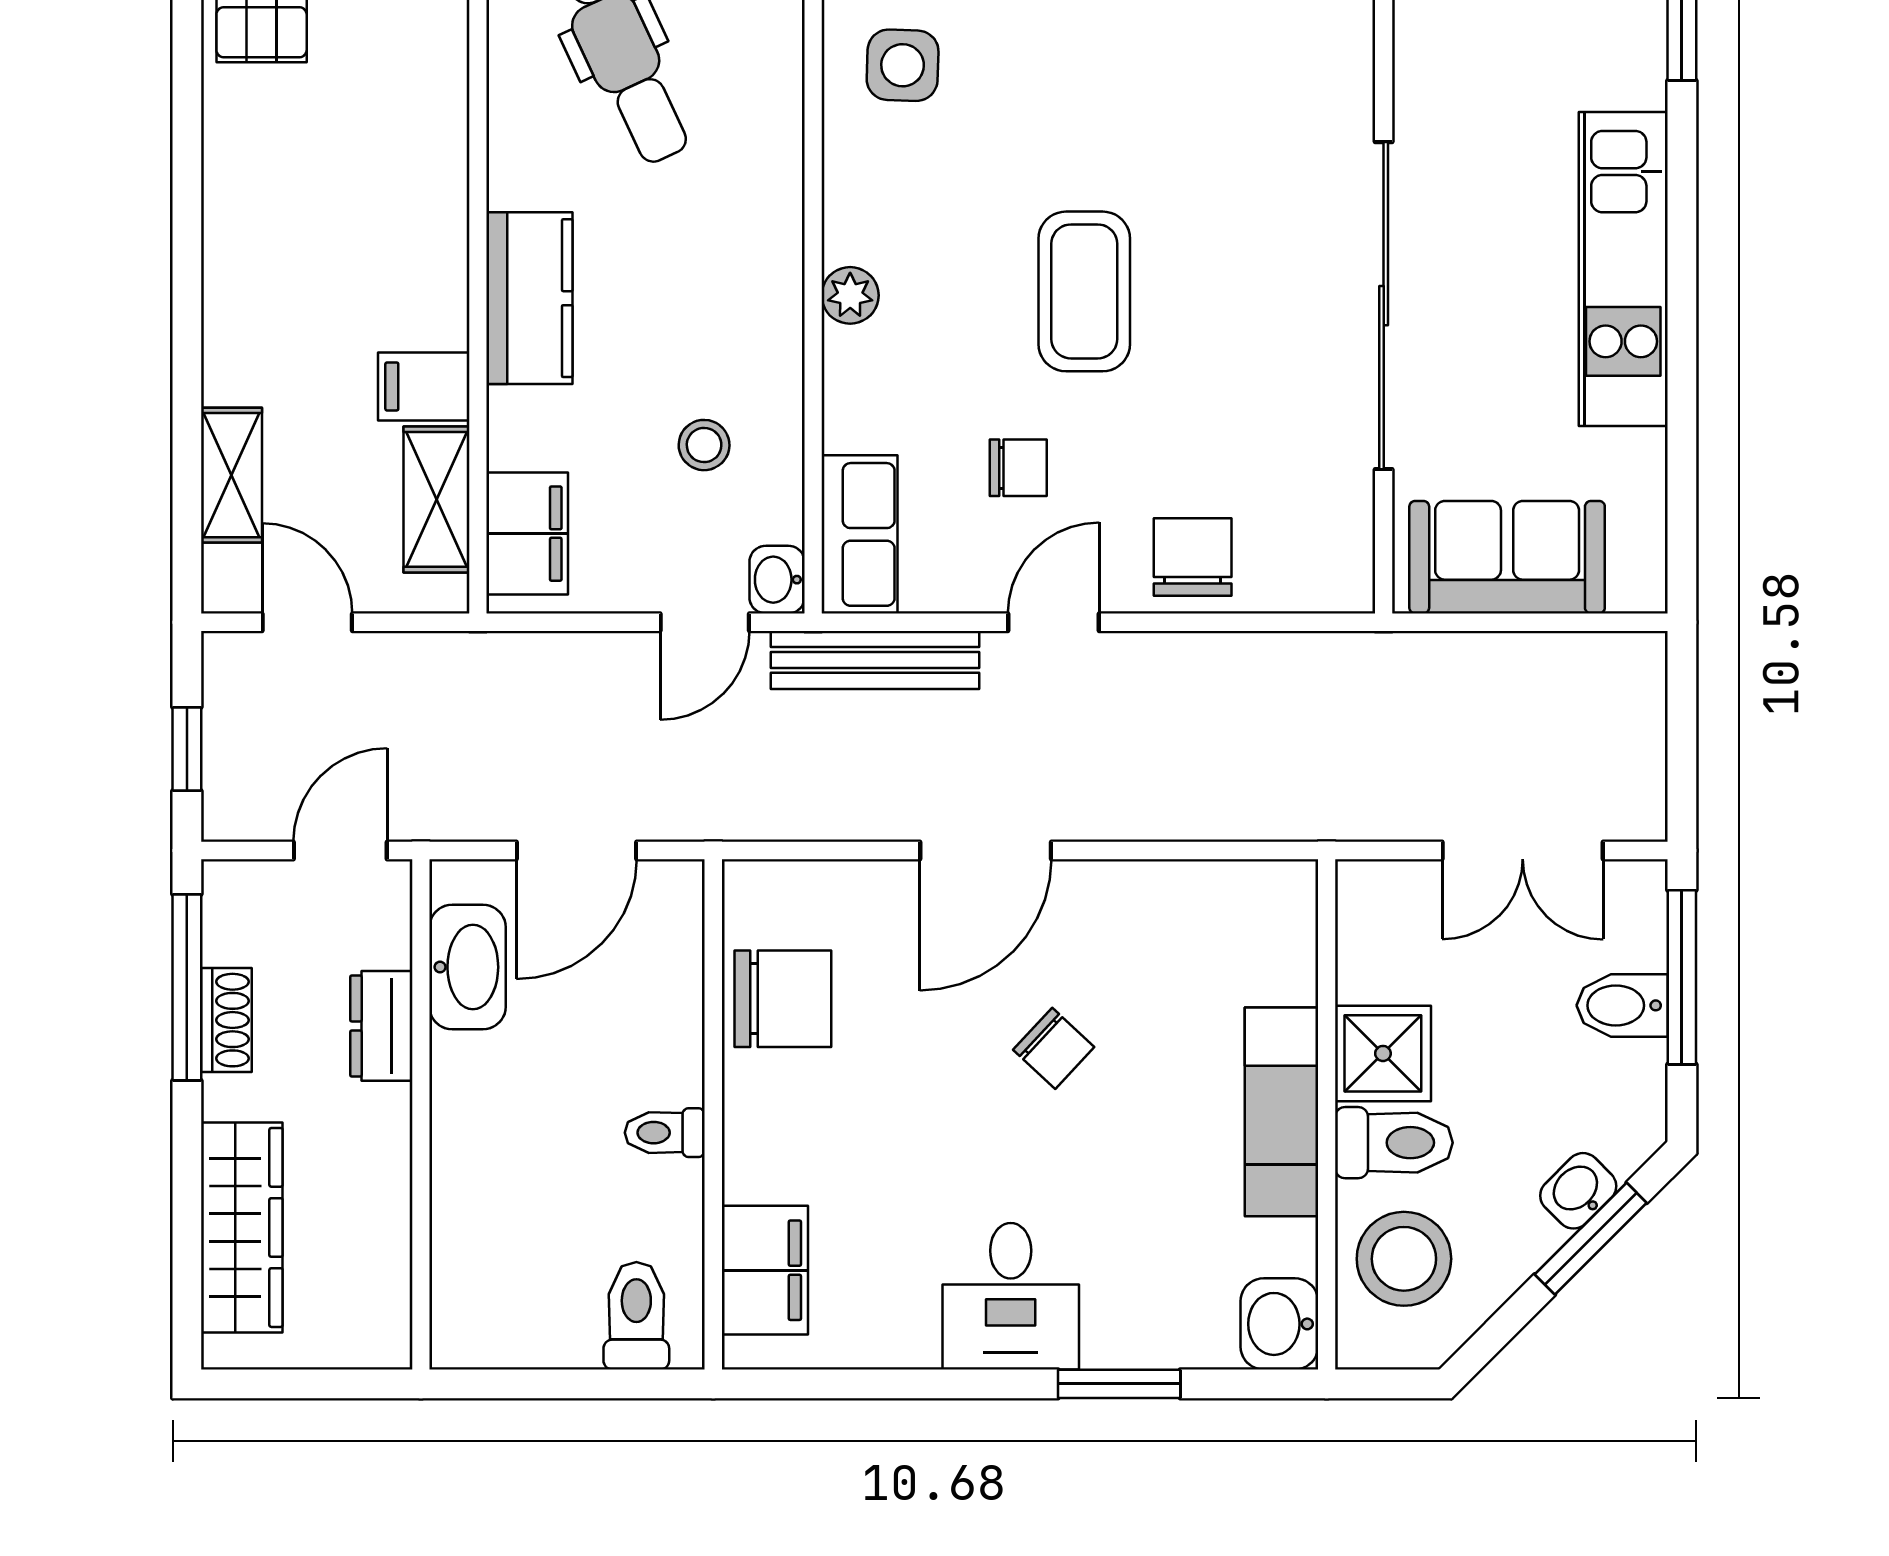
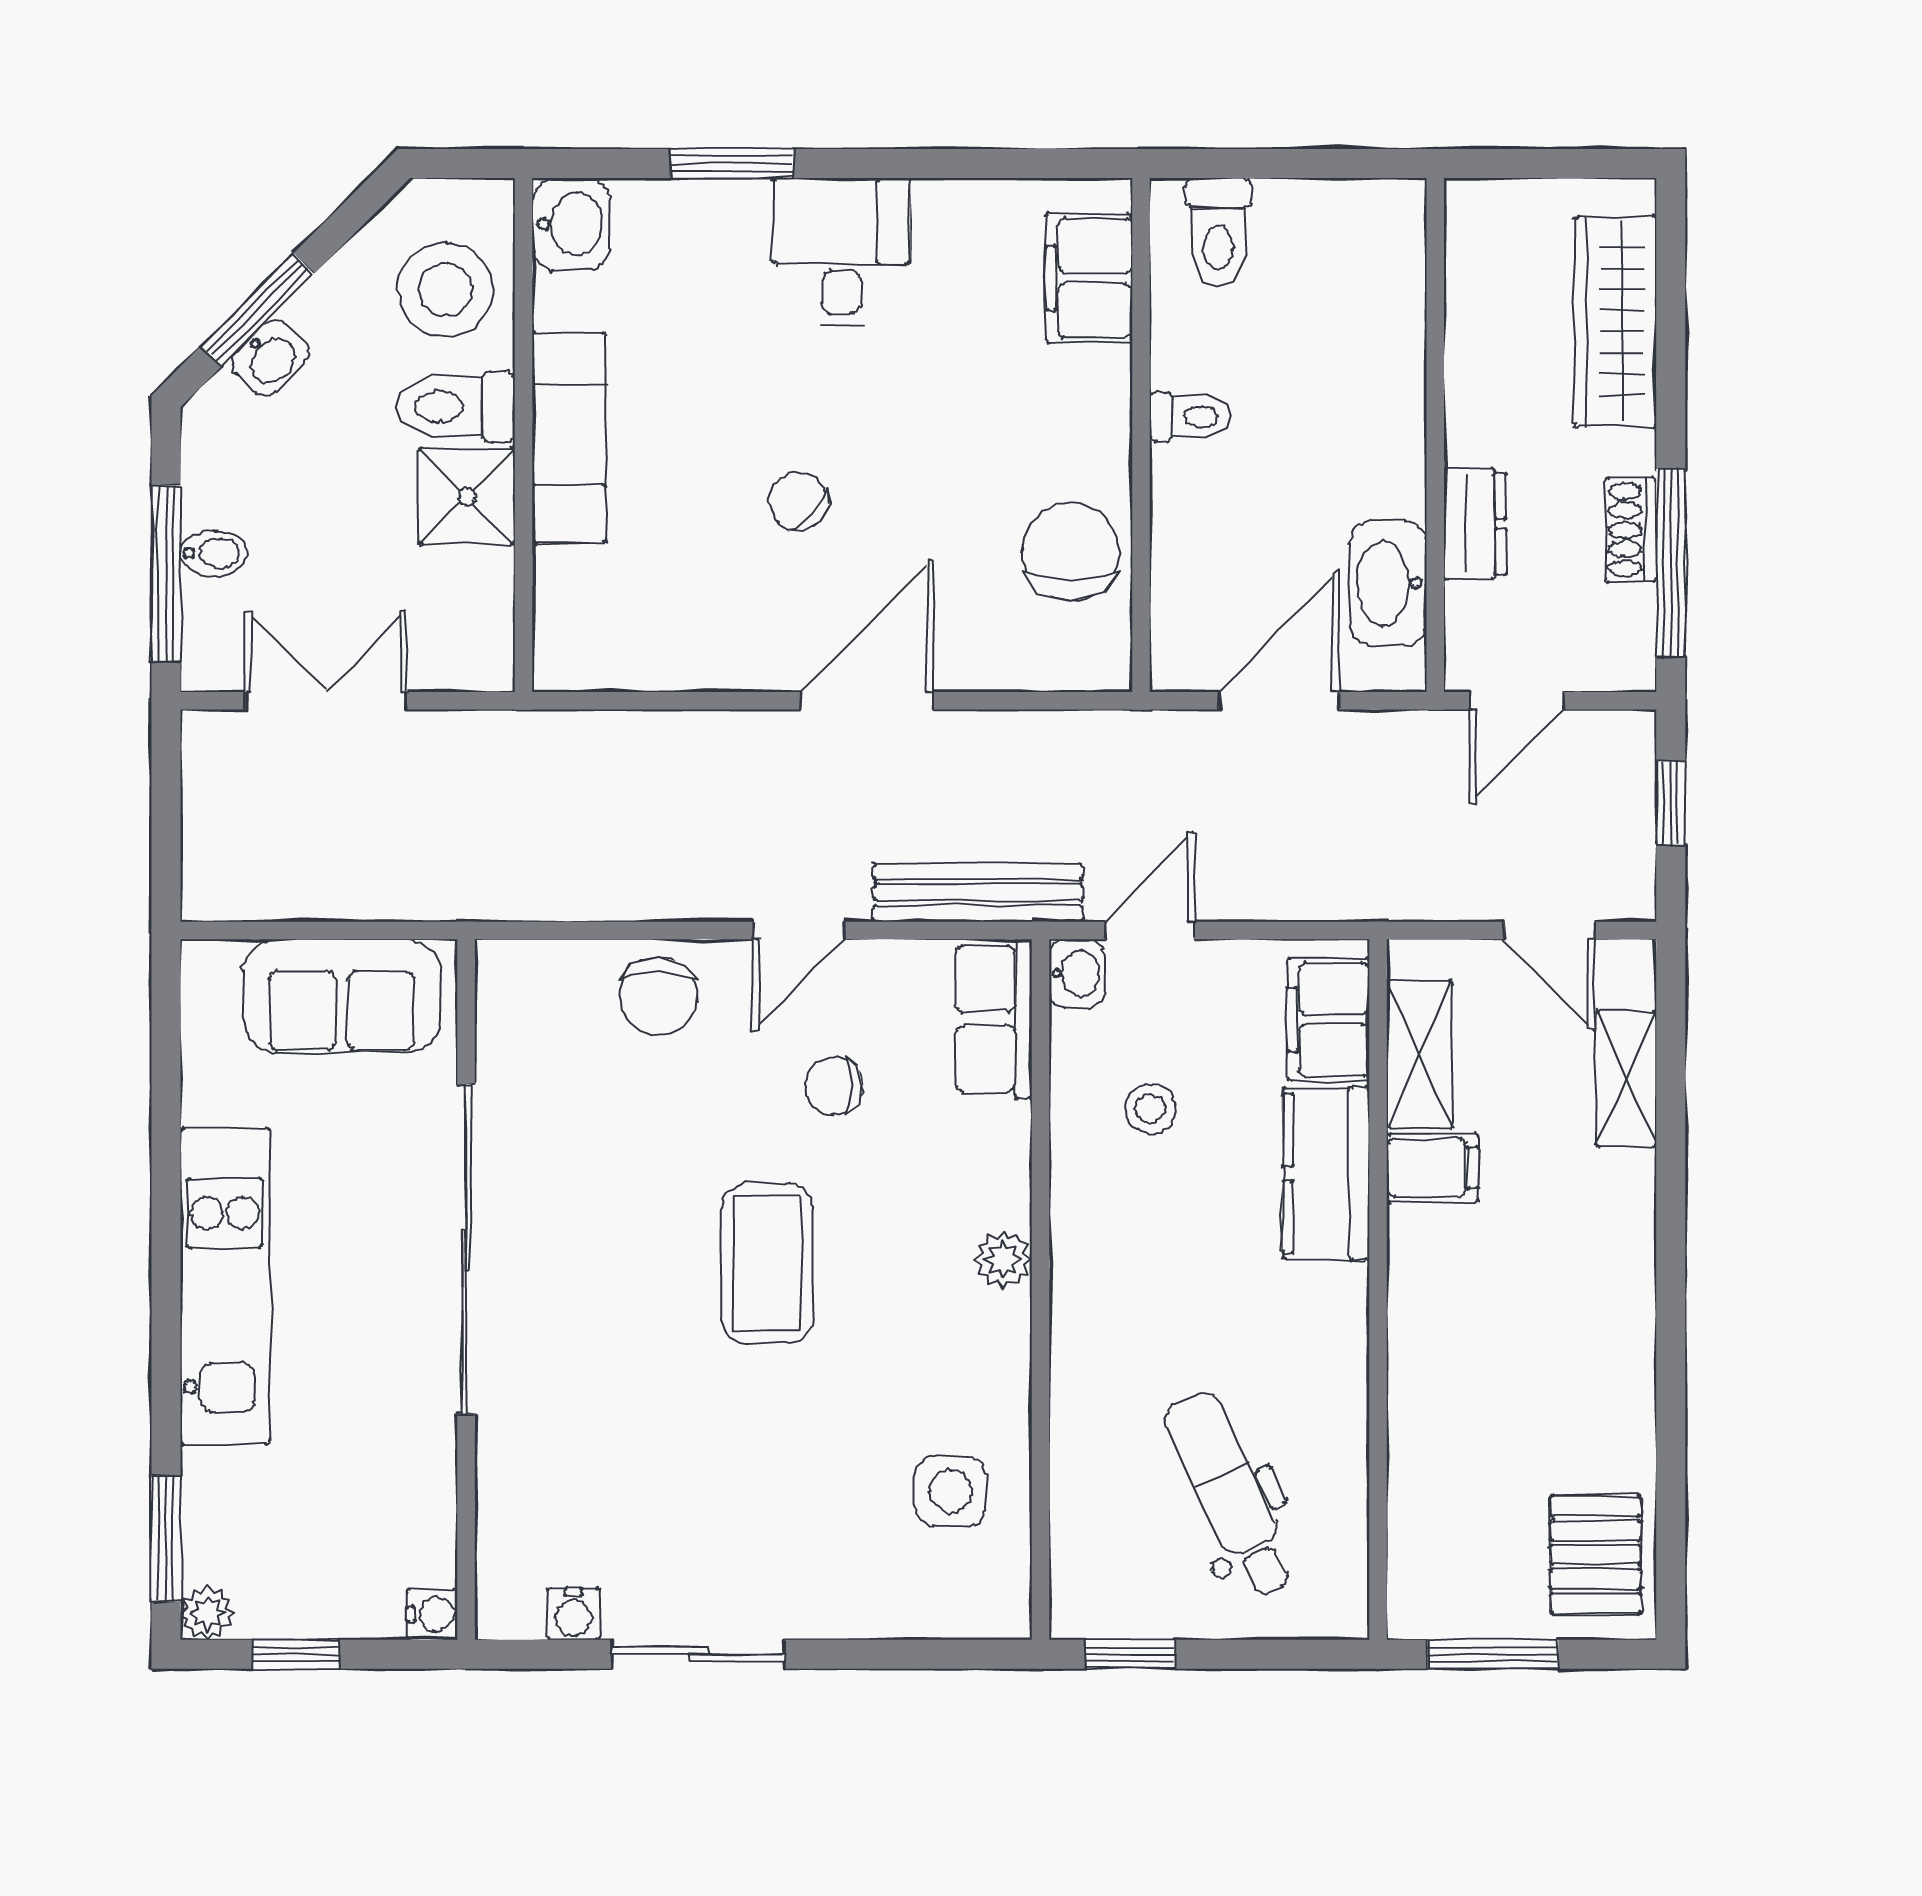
kitchen counter: (529, 298) -> (1326, 1173), moved
chair: (783, 999) -> (1071, 551), turned 90
bidet: (1622, 1005) -> (214, 553), width x0.72, depth x0.74

